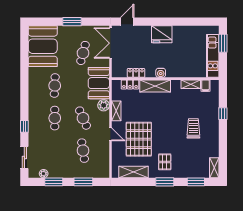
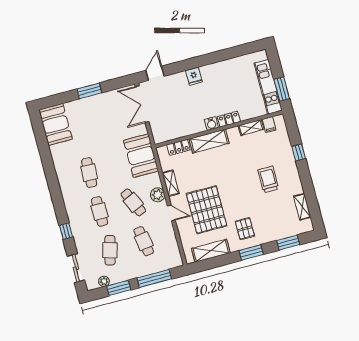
fridge: (162, 34) -> (194, 76), width x0.53, depth x0.75
window: (223, 43) -> (282, 89), moved
booth: (43, 46) -> (55, 124), width x0.73, depth x0.70
cafe table: (83, 53) -> (110, 250), moved
locker: (136, 73) -> (229, 119), moved
plant: (104, 105) -> (158, 195), moved
shelving: (214, 168) -> (302, 207), moved
window: (83, 182) -> (154, 278), width x1.44

